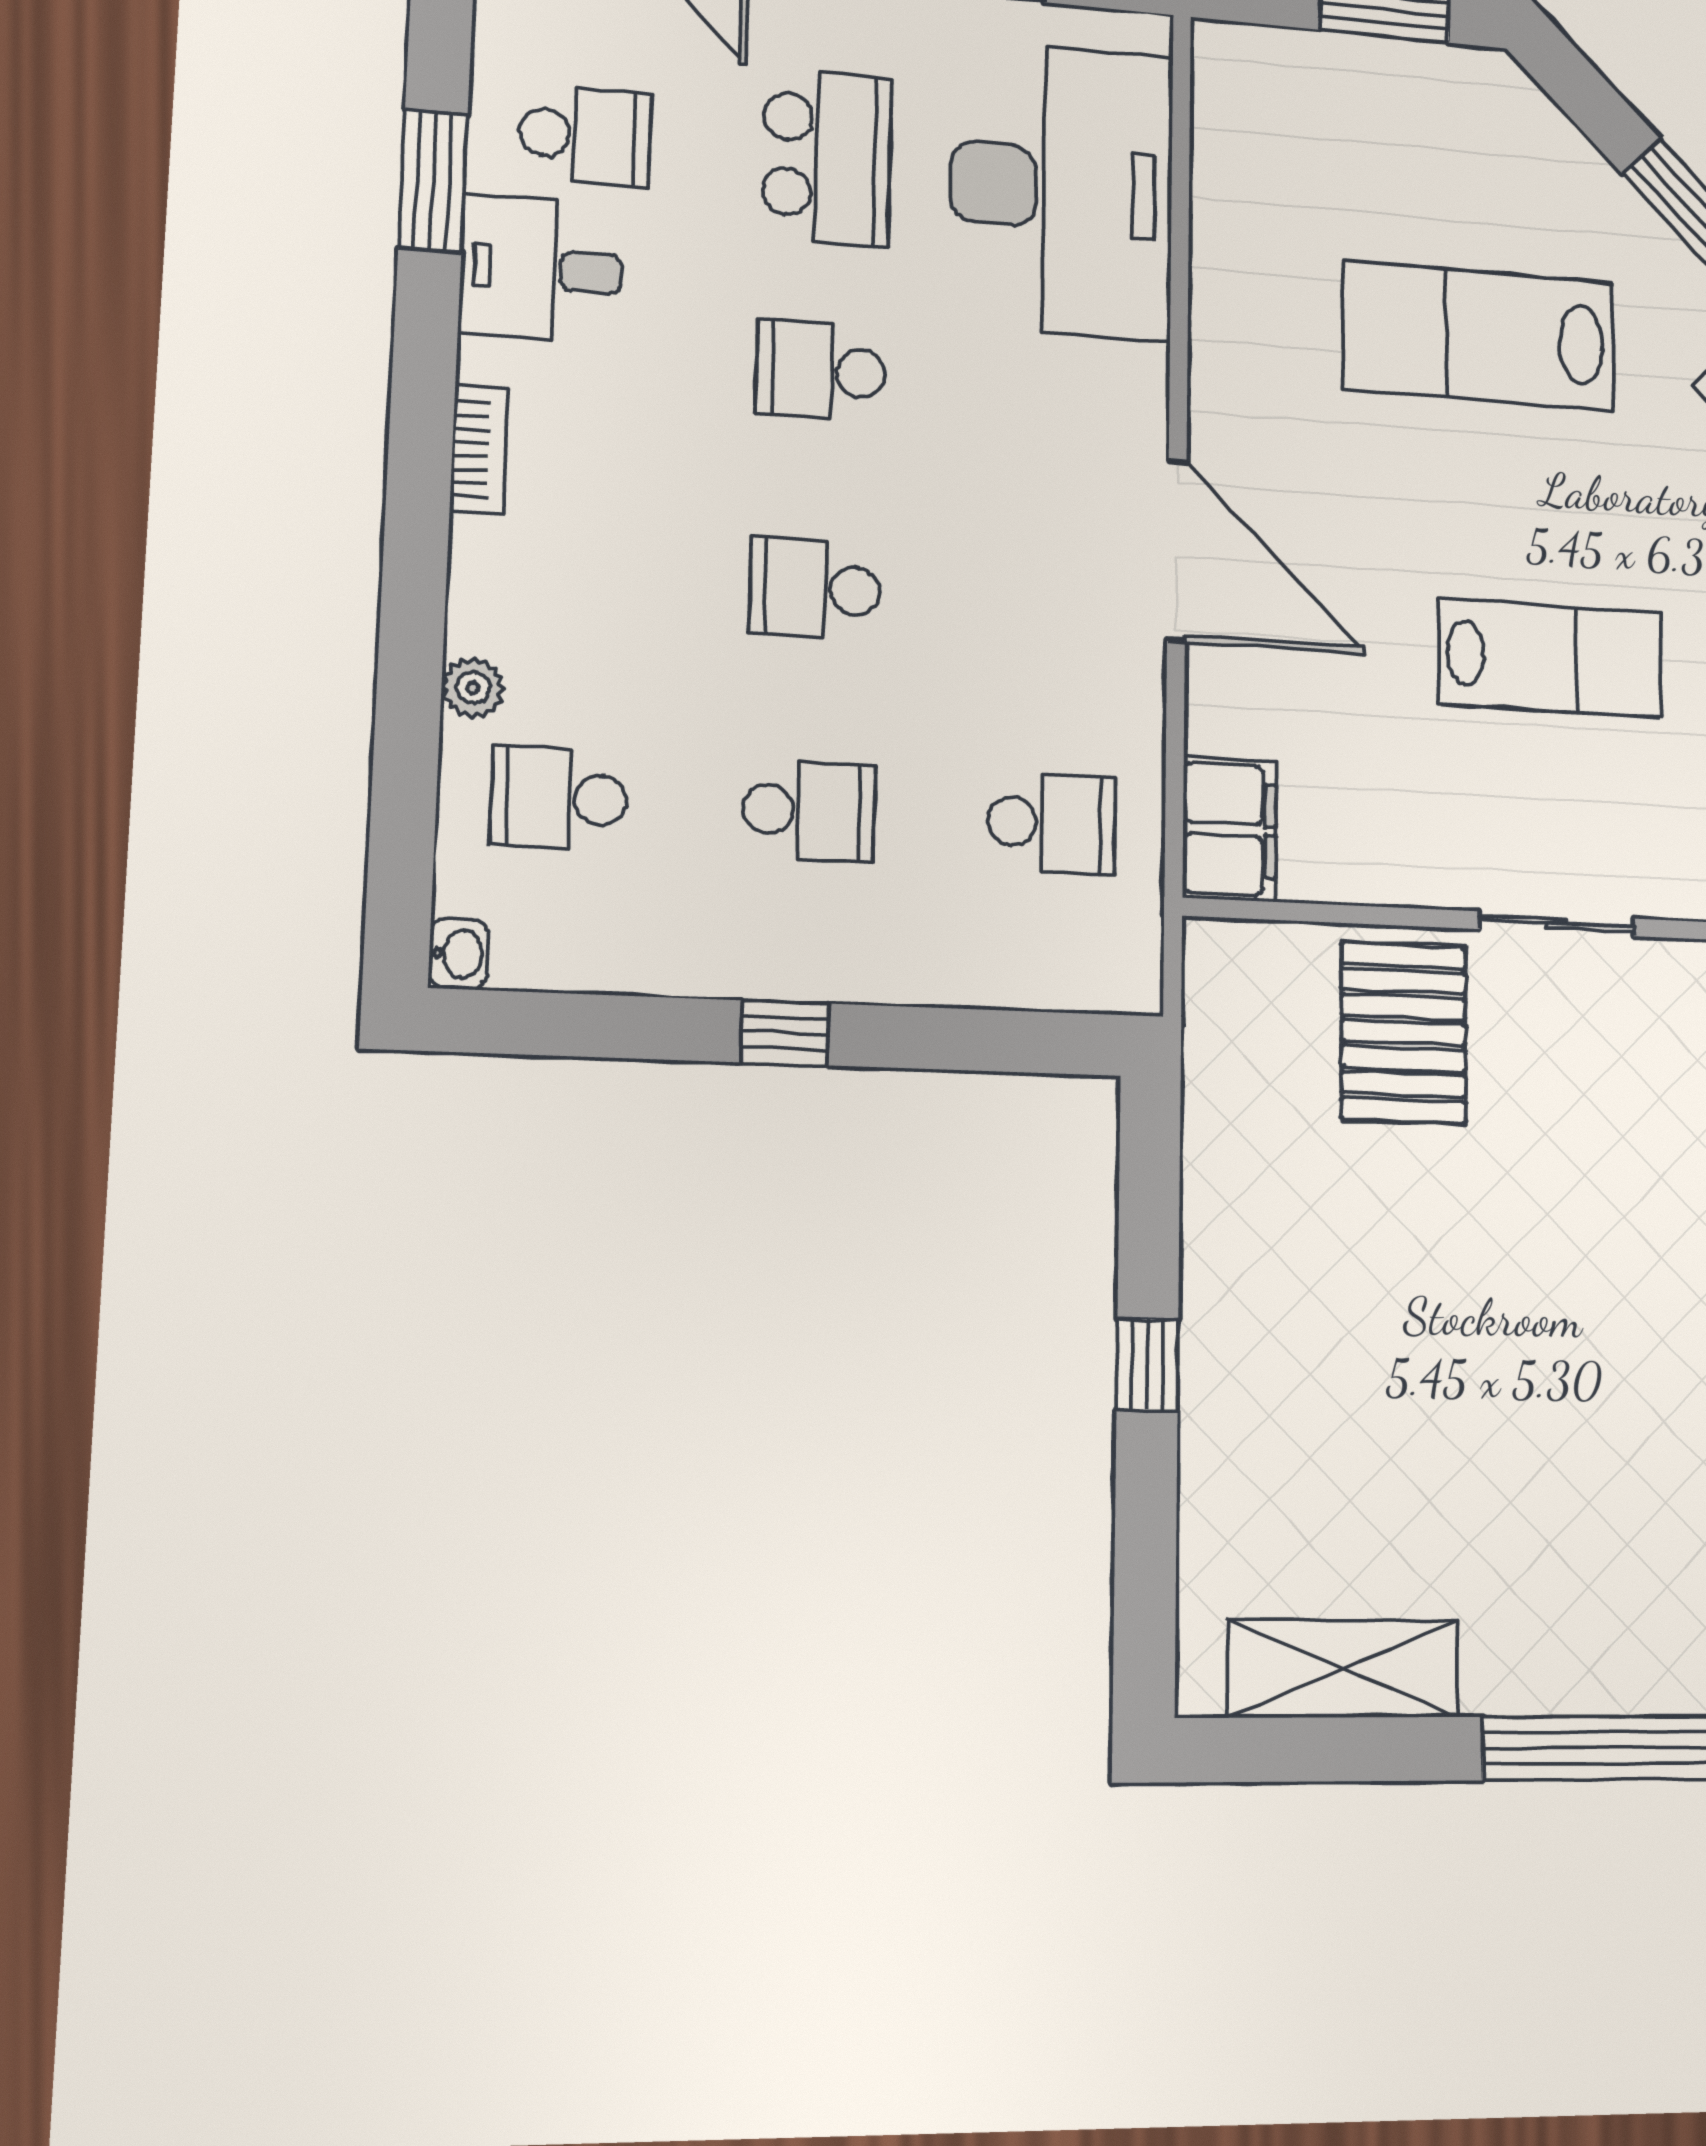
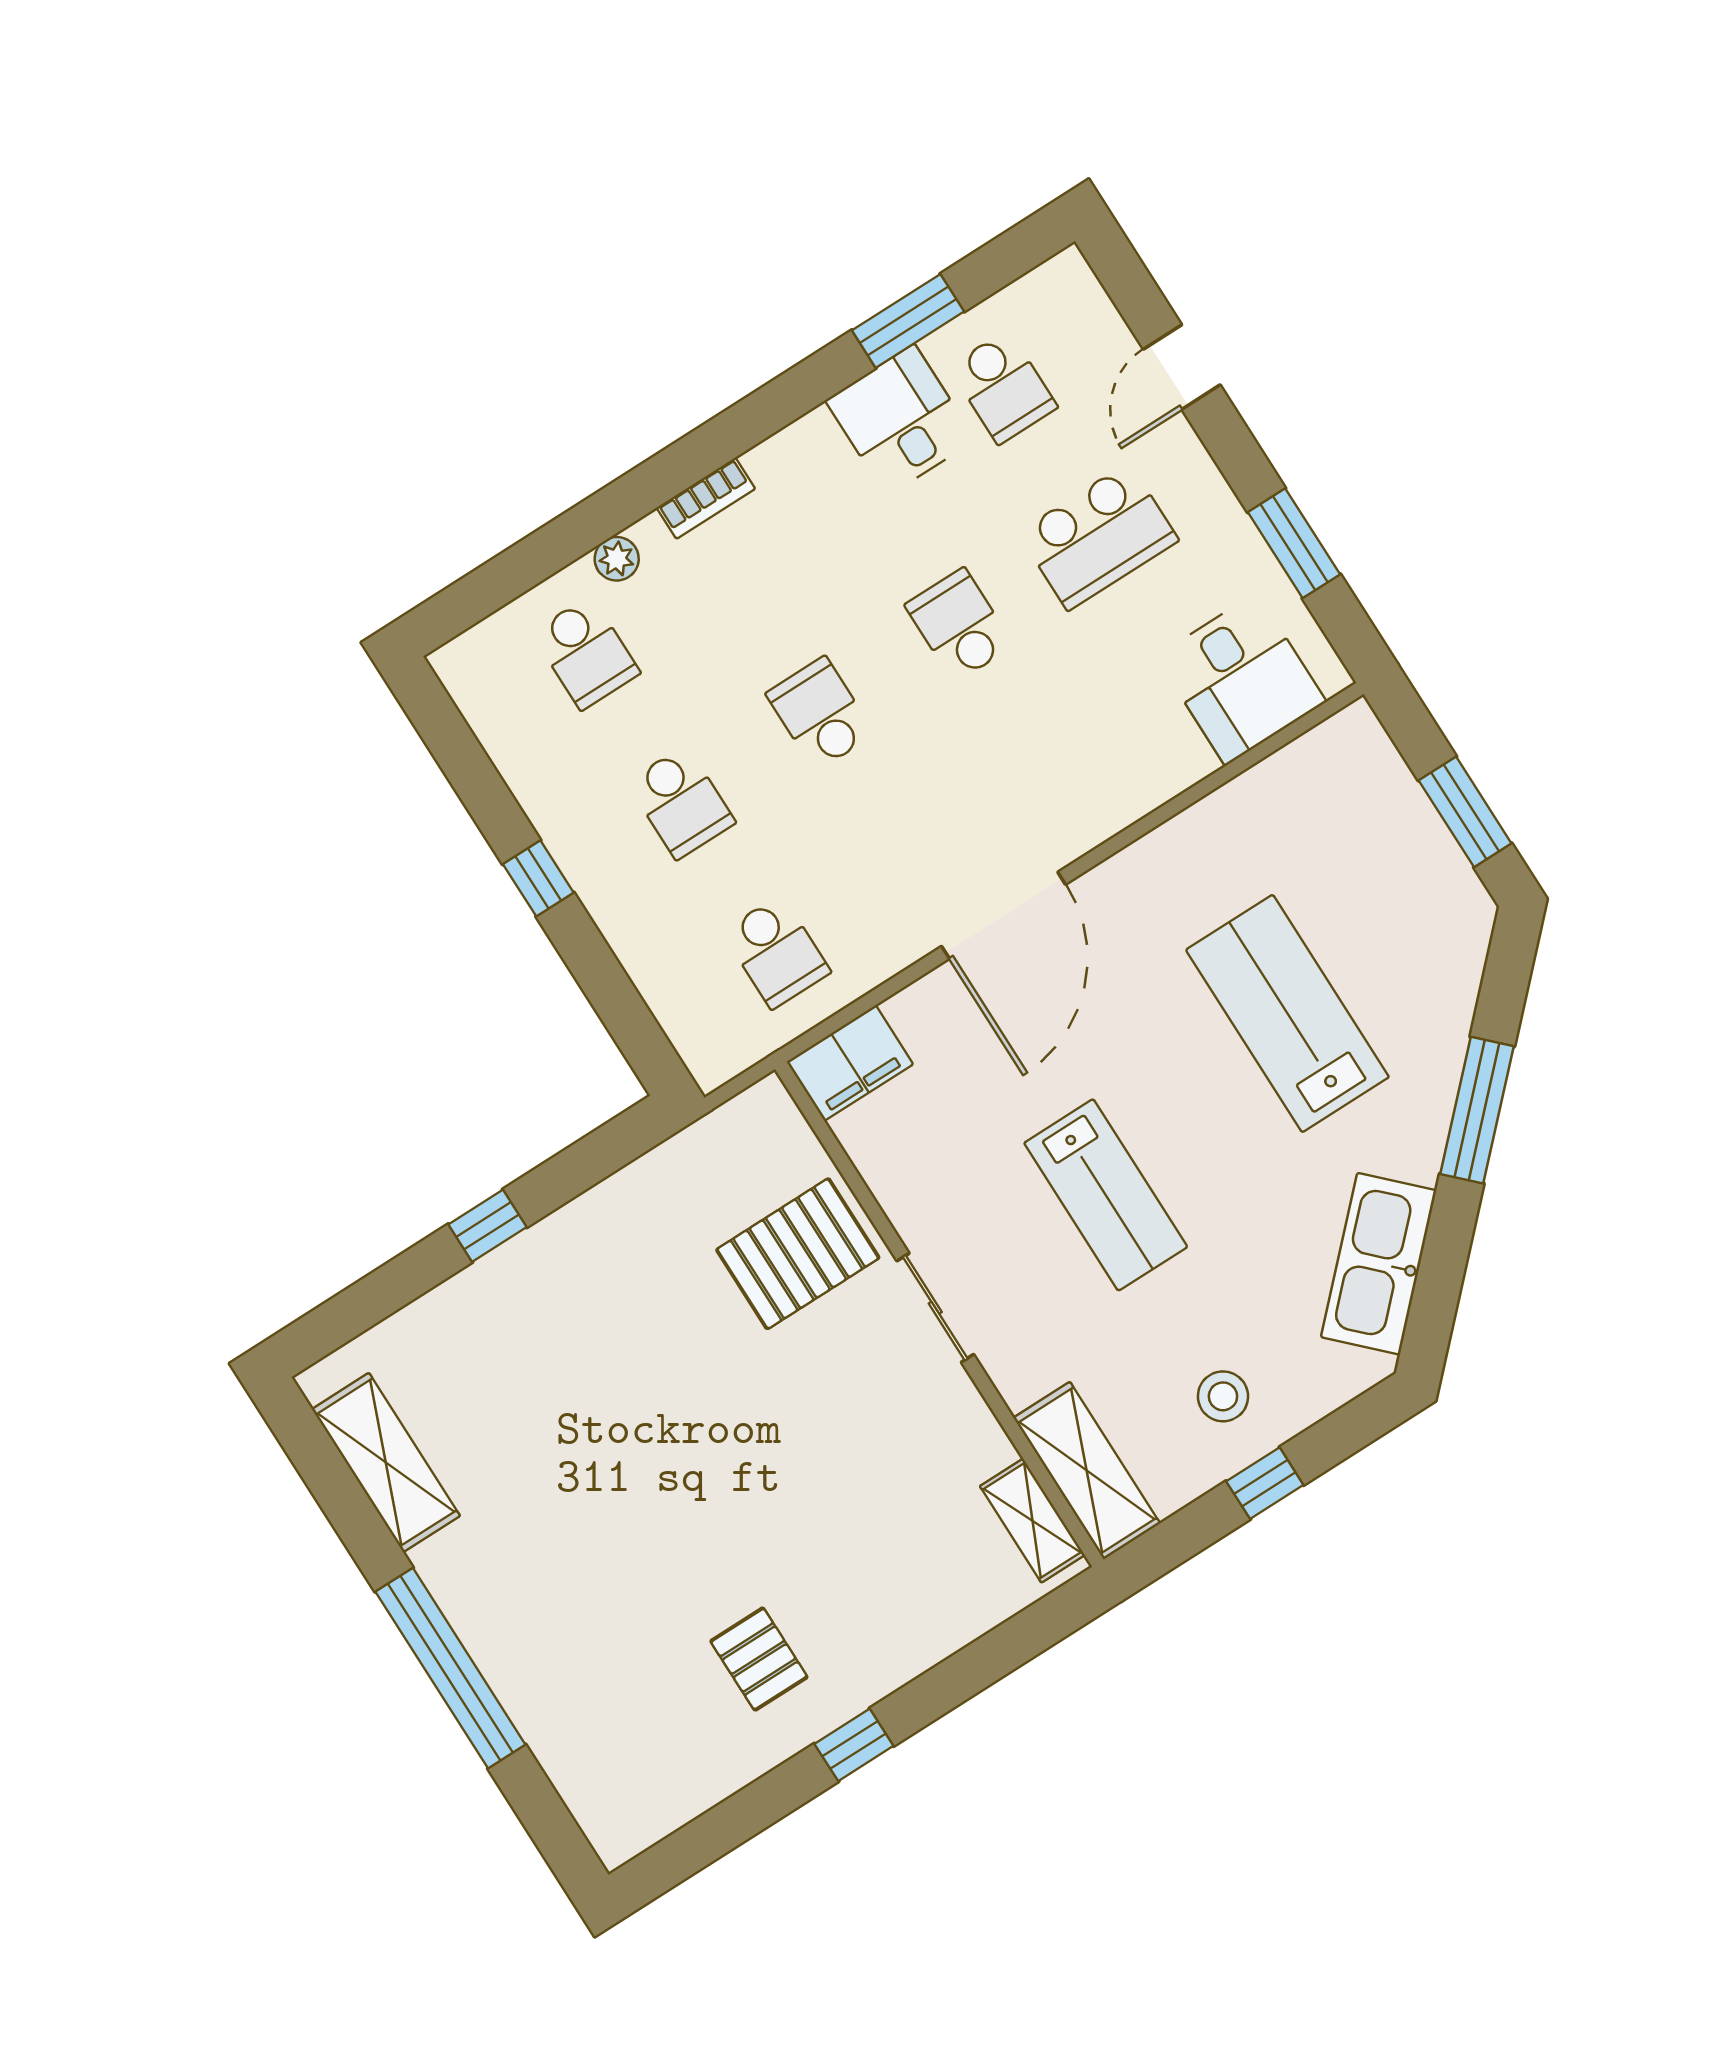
desk: (1062, 190) -> (1241, 679), width x0.53, depth x0.77
bookcase: (479, 450) -> (706, 498), moved
school desk: (559, 798) -> (586, 653), turned 180
washbasin: (459, 954) -> (455, 660), removed

